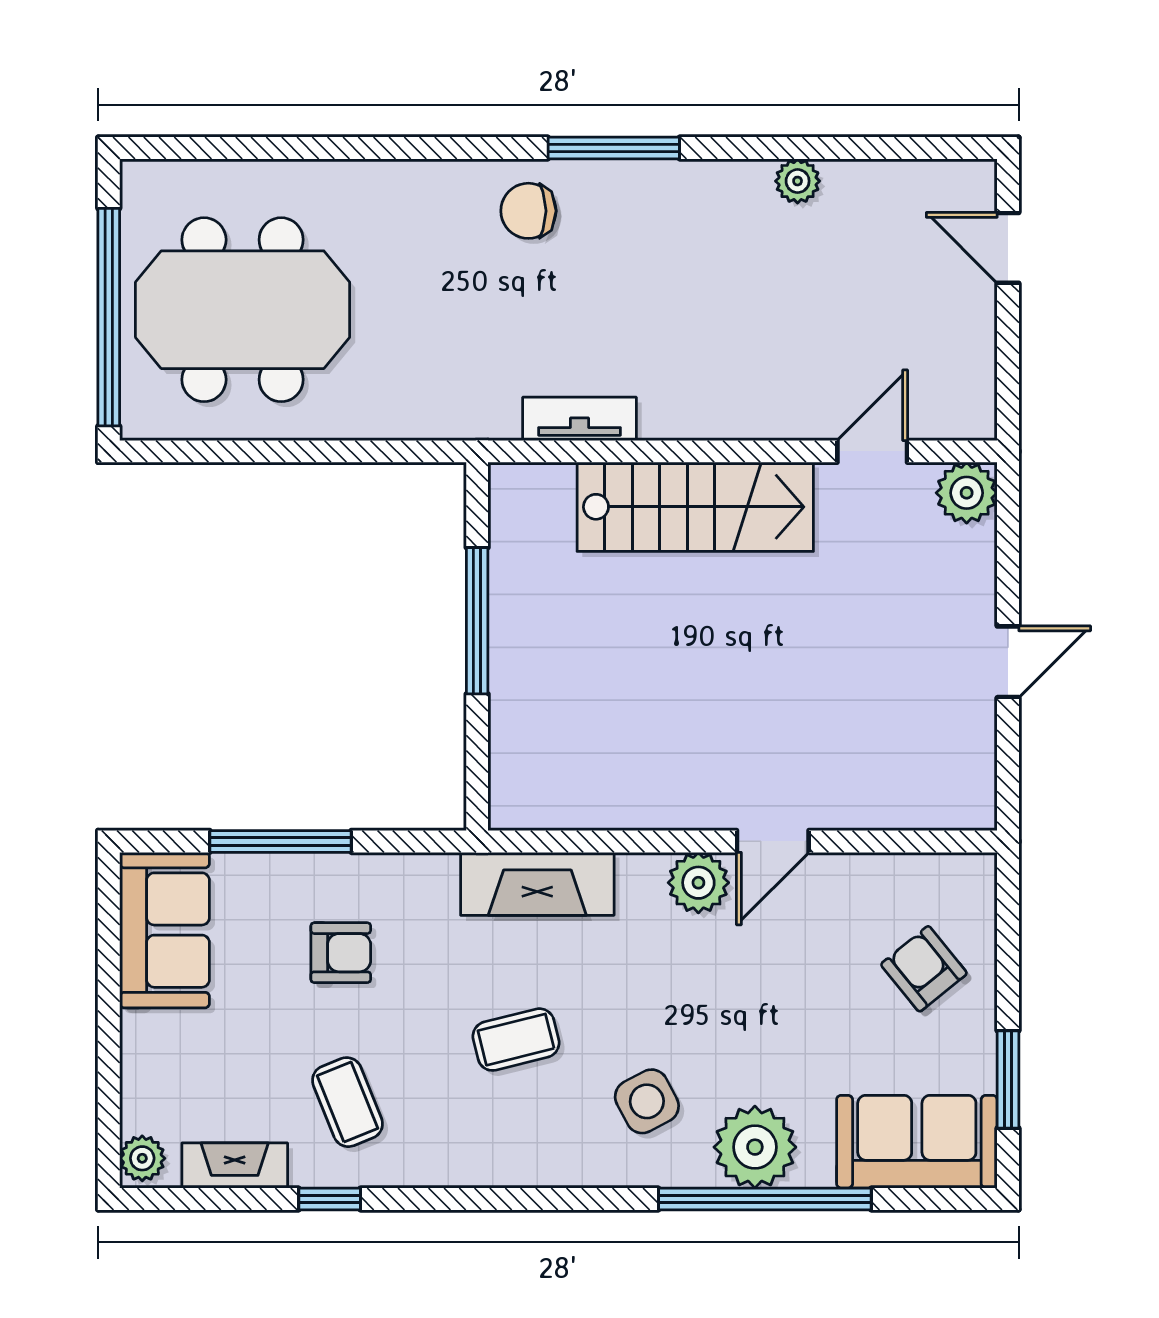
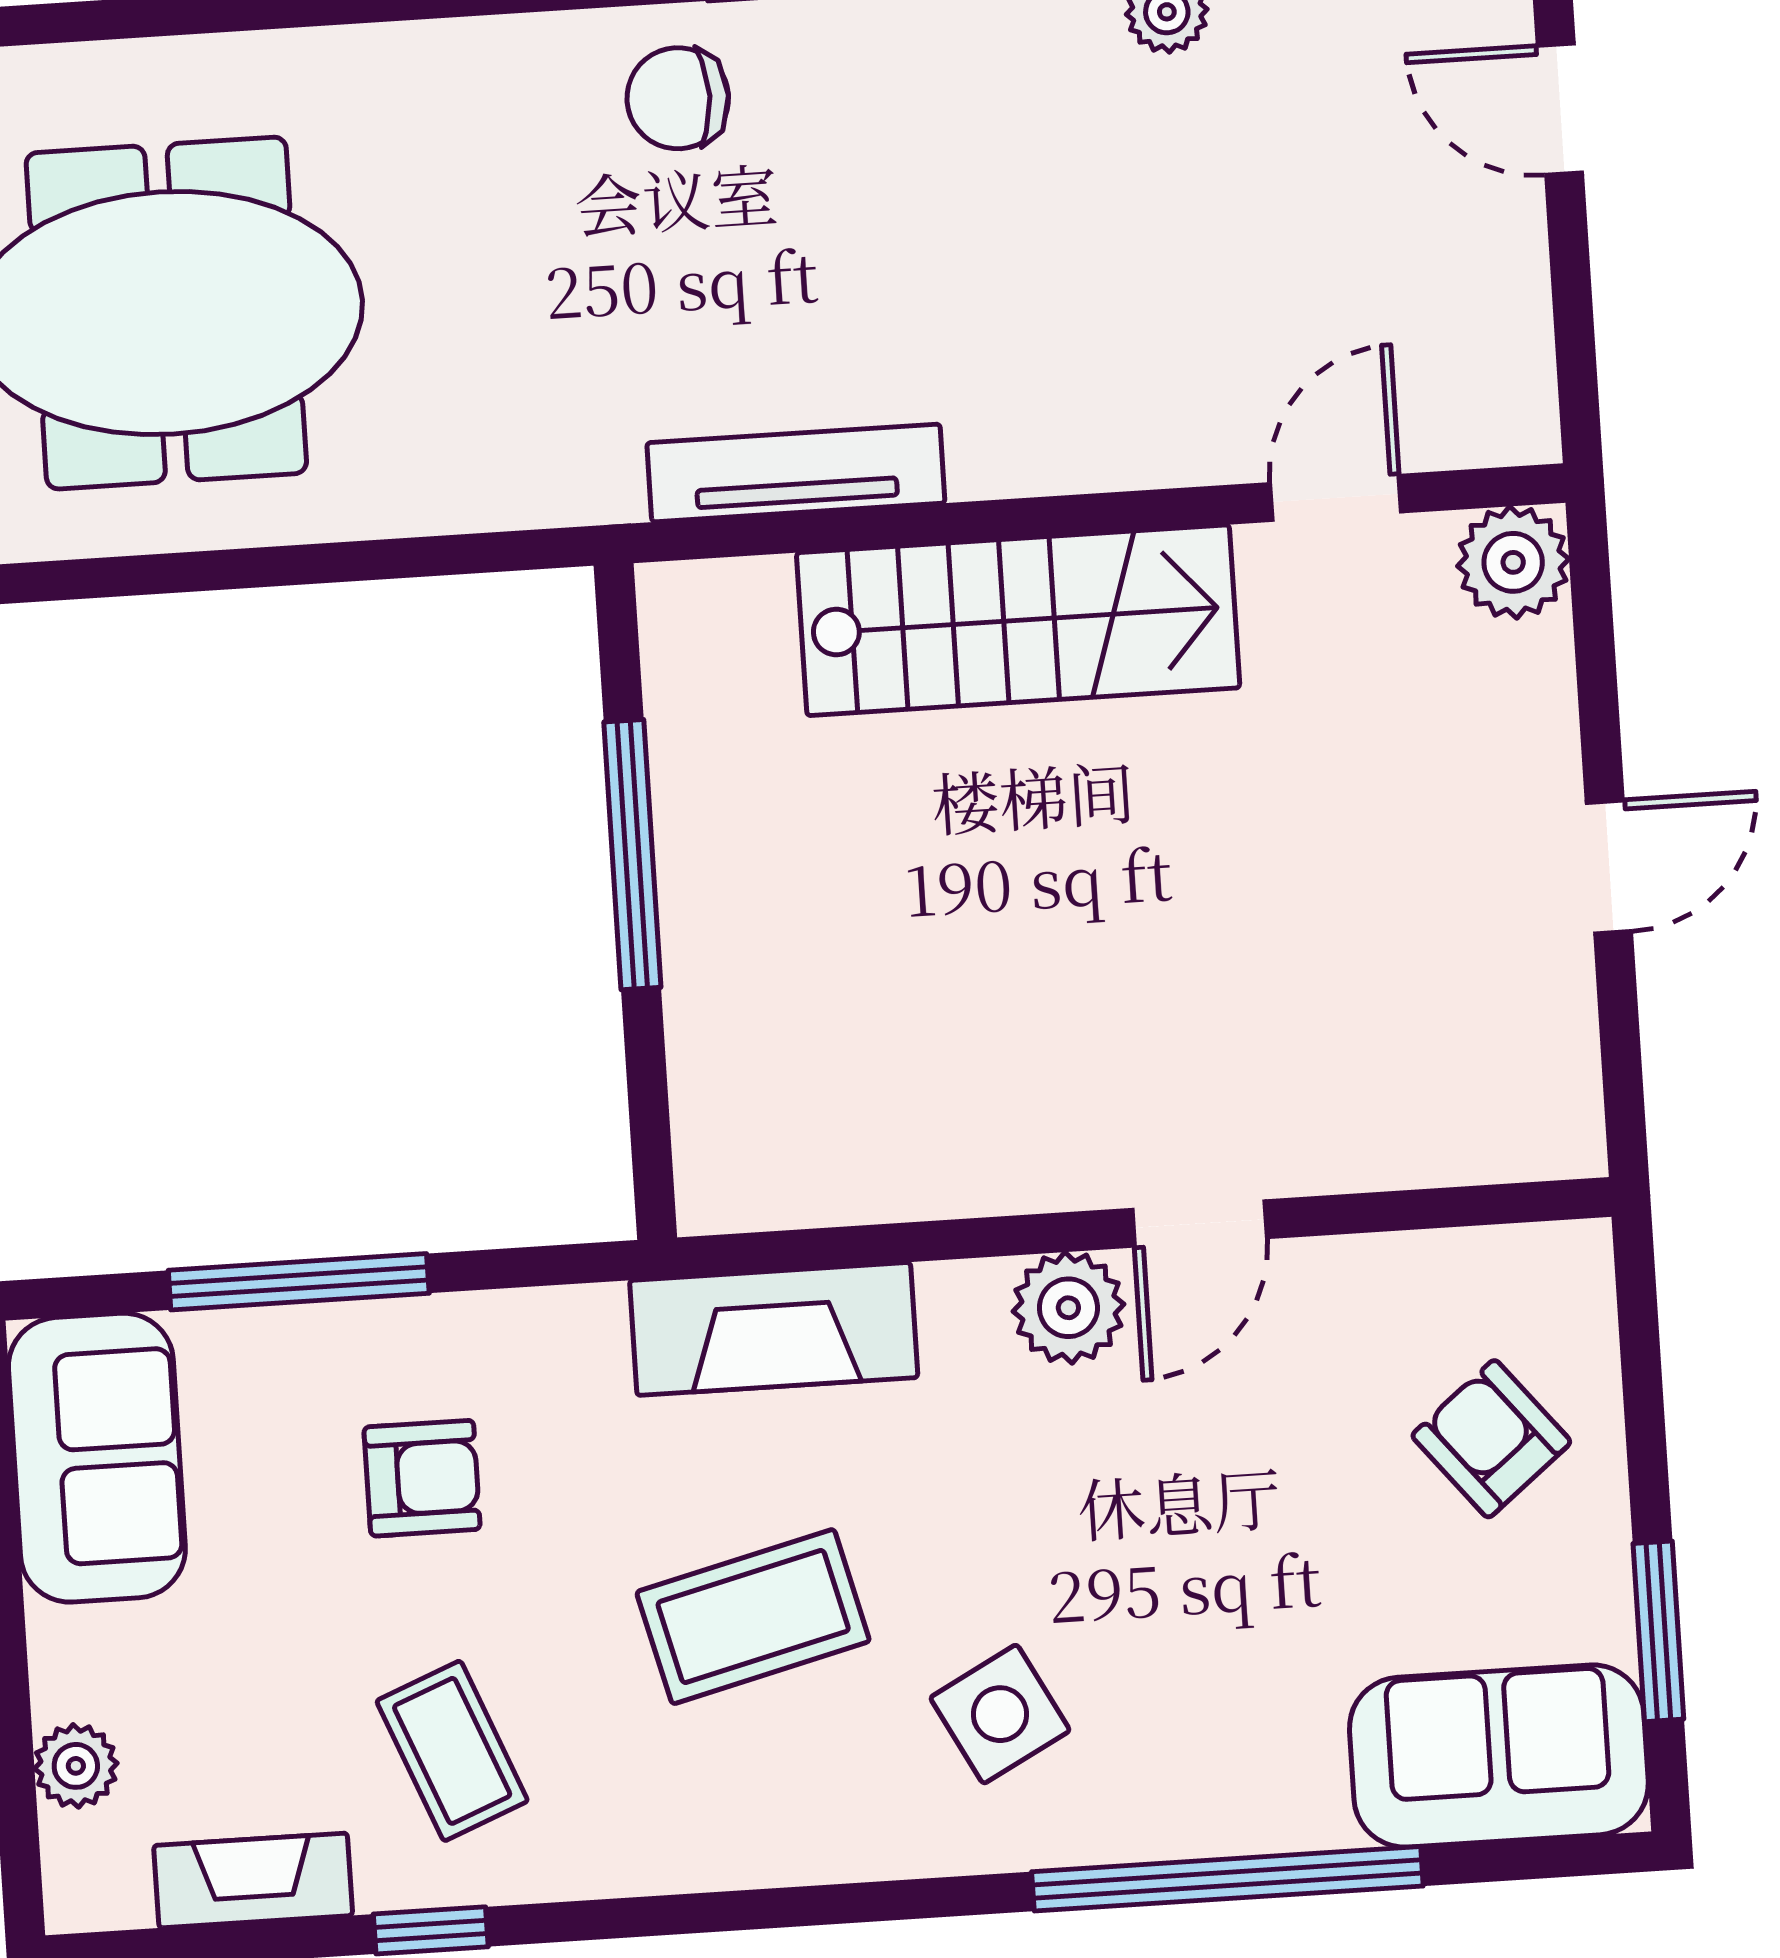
tv unit: (580, 419) -> (796, 473), width x1.41
coffee table: (516, 1040) -> (753, 1617), width x1.36, depth x1.30
plant: (755, 1147) -> (1203, 1785), removed
plant: (142, 1158) -> (76, 1766), moved

